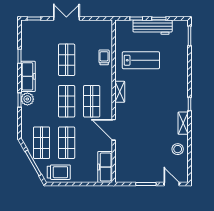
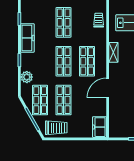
plant: (27, 99) -> (27, 77), moved
door: (114, 130) -> (108, 88), hinge flipped
freezer: (105, 167) -> (100, 127), width x0.71

